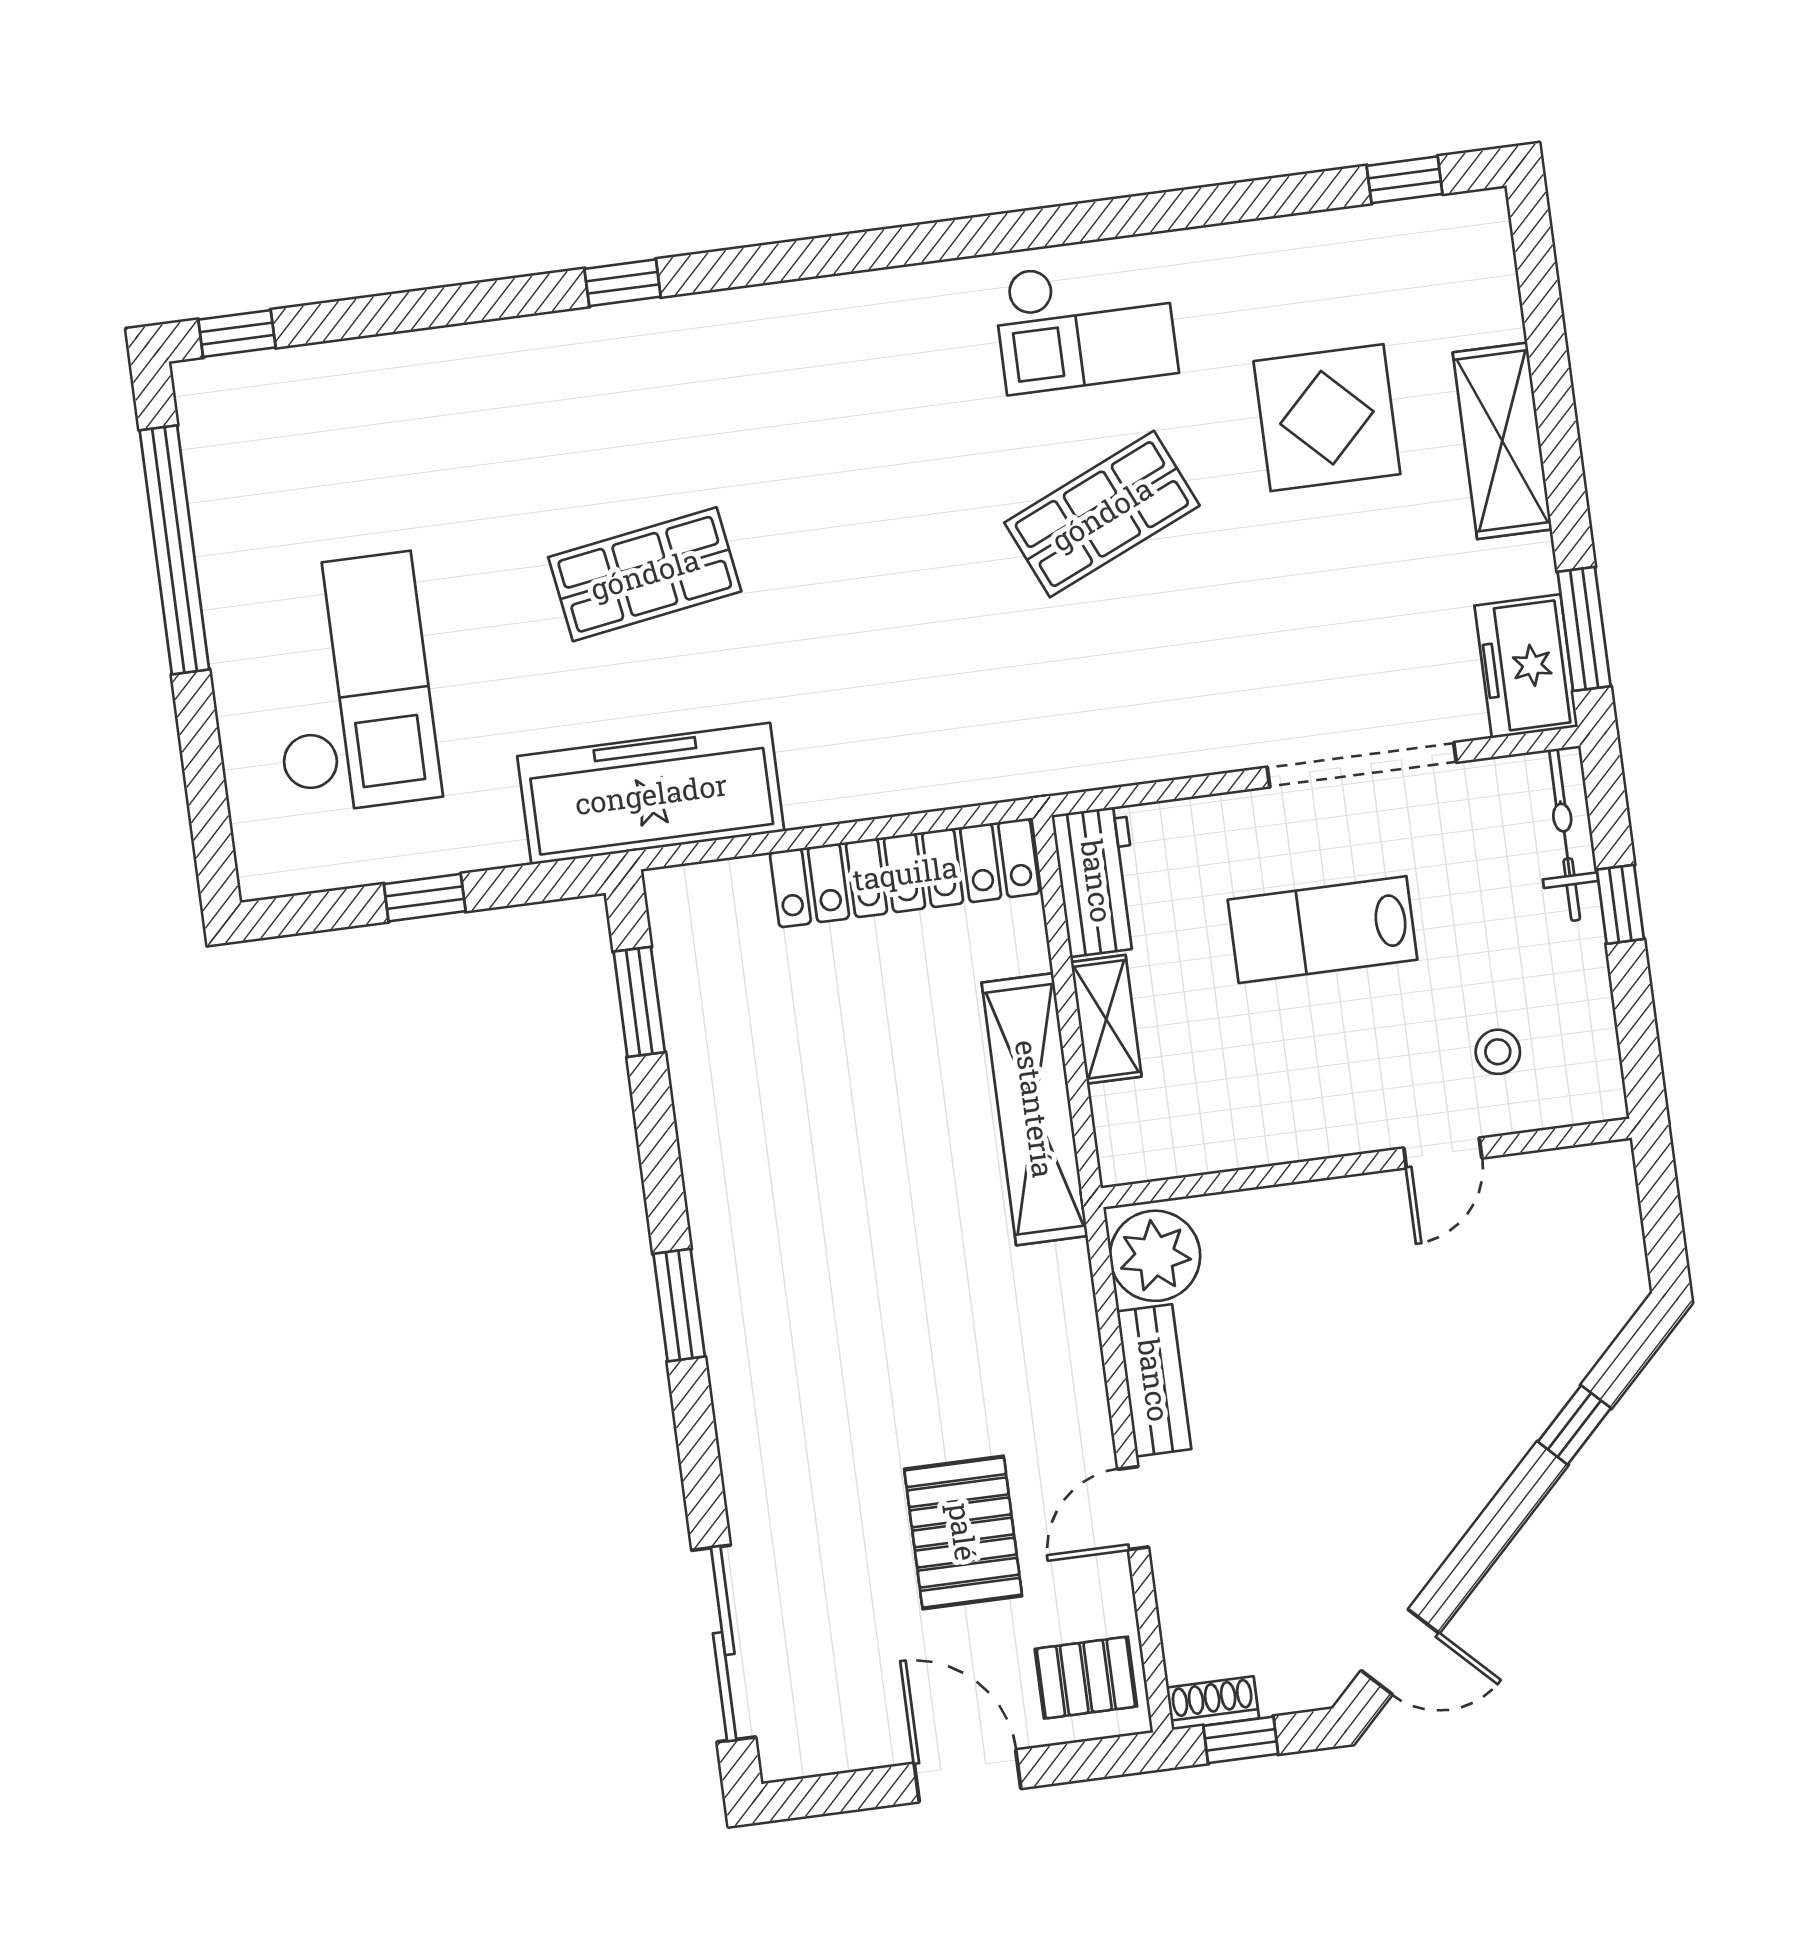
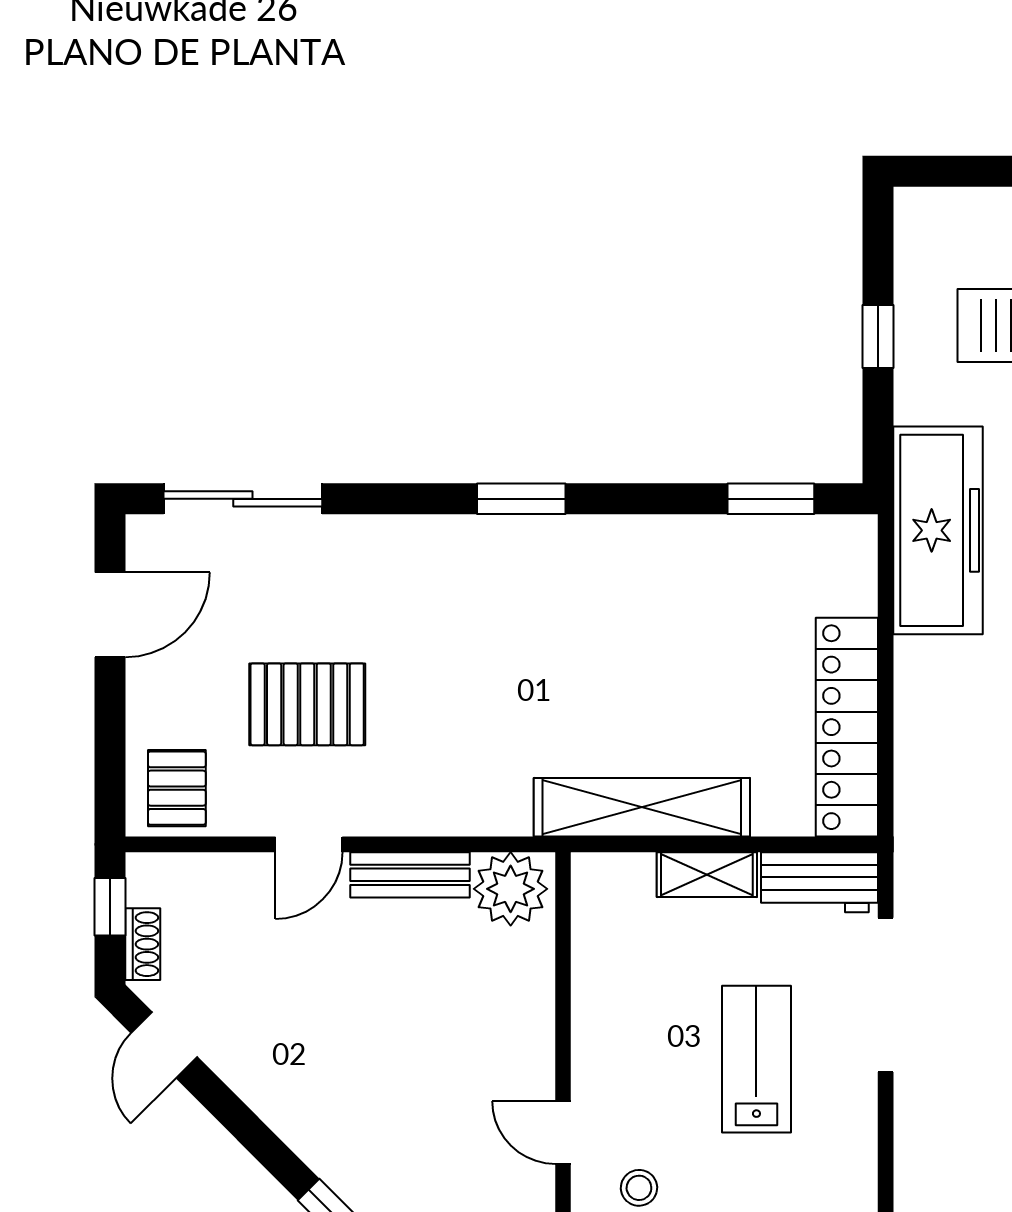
doorway: (1362, 765) -> (886, 995), moved
door: (1133, 1508) -> (309, 844), swing flipped
shoe rack: (1213, 1703) -> (143, 944), moved
door: (967, 1776) -> (110, 615), moved

